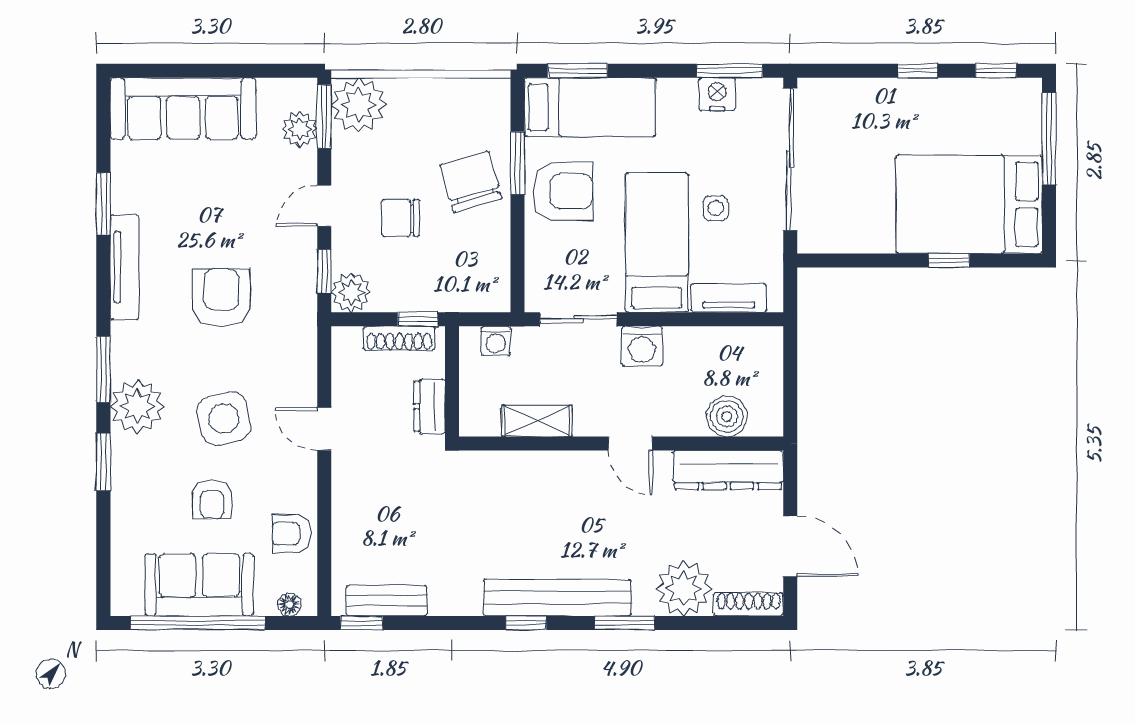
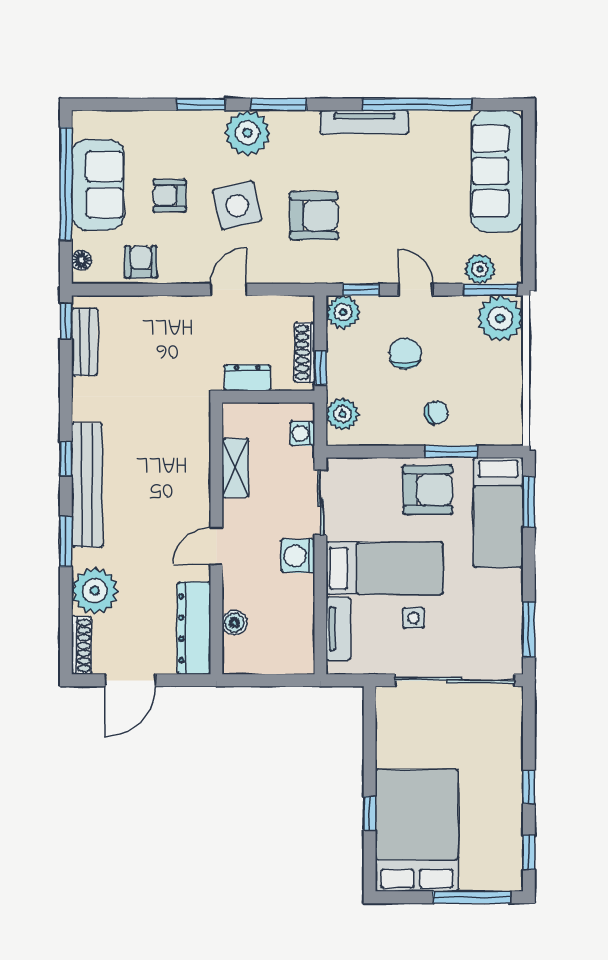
nightstand: (717, 94) -> (509, 619), removed
chair: (471, 181) -> (436, 413), width x0.54, depth x0.54
armchair: (563, 191) -> (428, 490), turned -90
window: (103, 204) -> (417, 104), width x2.11
plant: (473, 293) -> (342, 414), added
armchair: (221, 298) -> (314, 216), moved
boiler: (727, 416) -> (235, 623), width x0.73, depth x0.73

